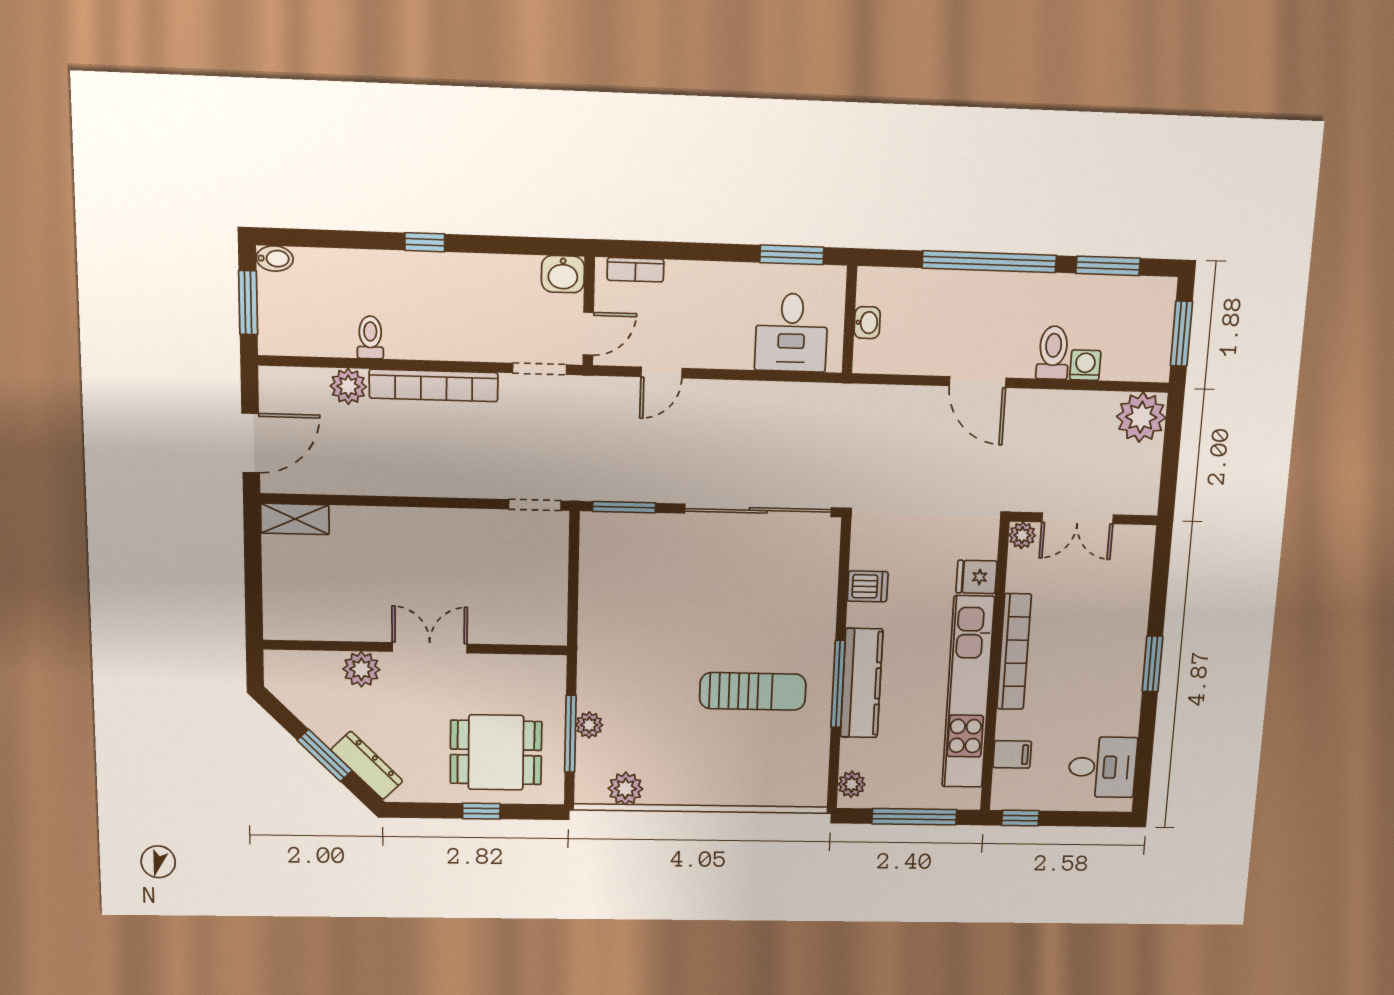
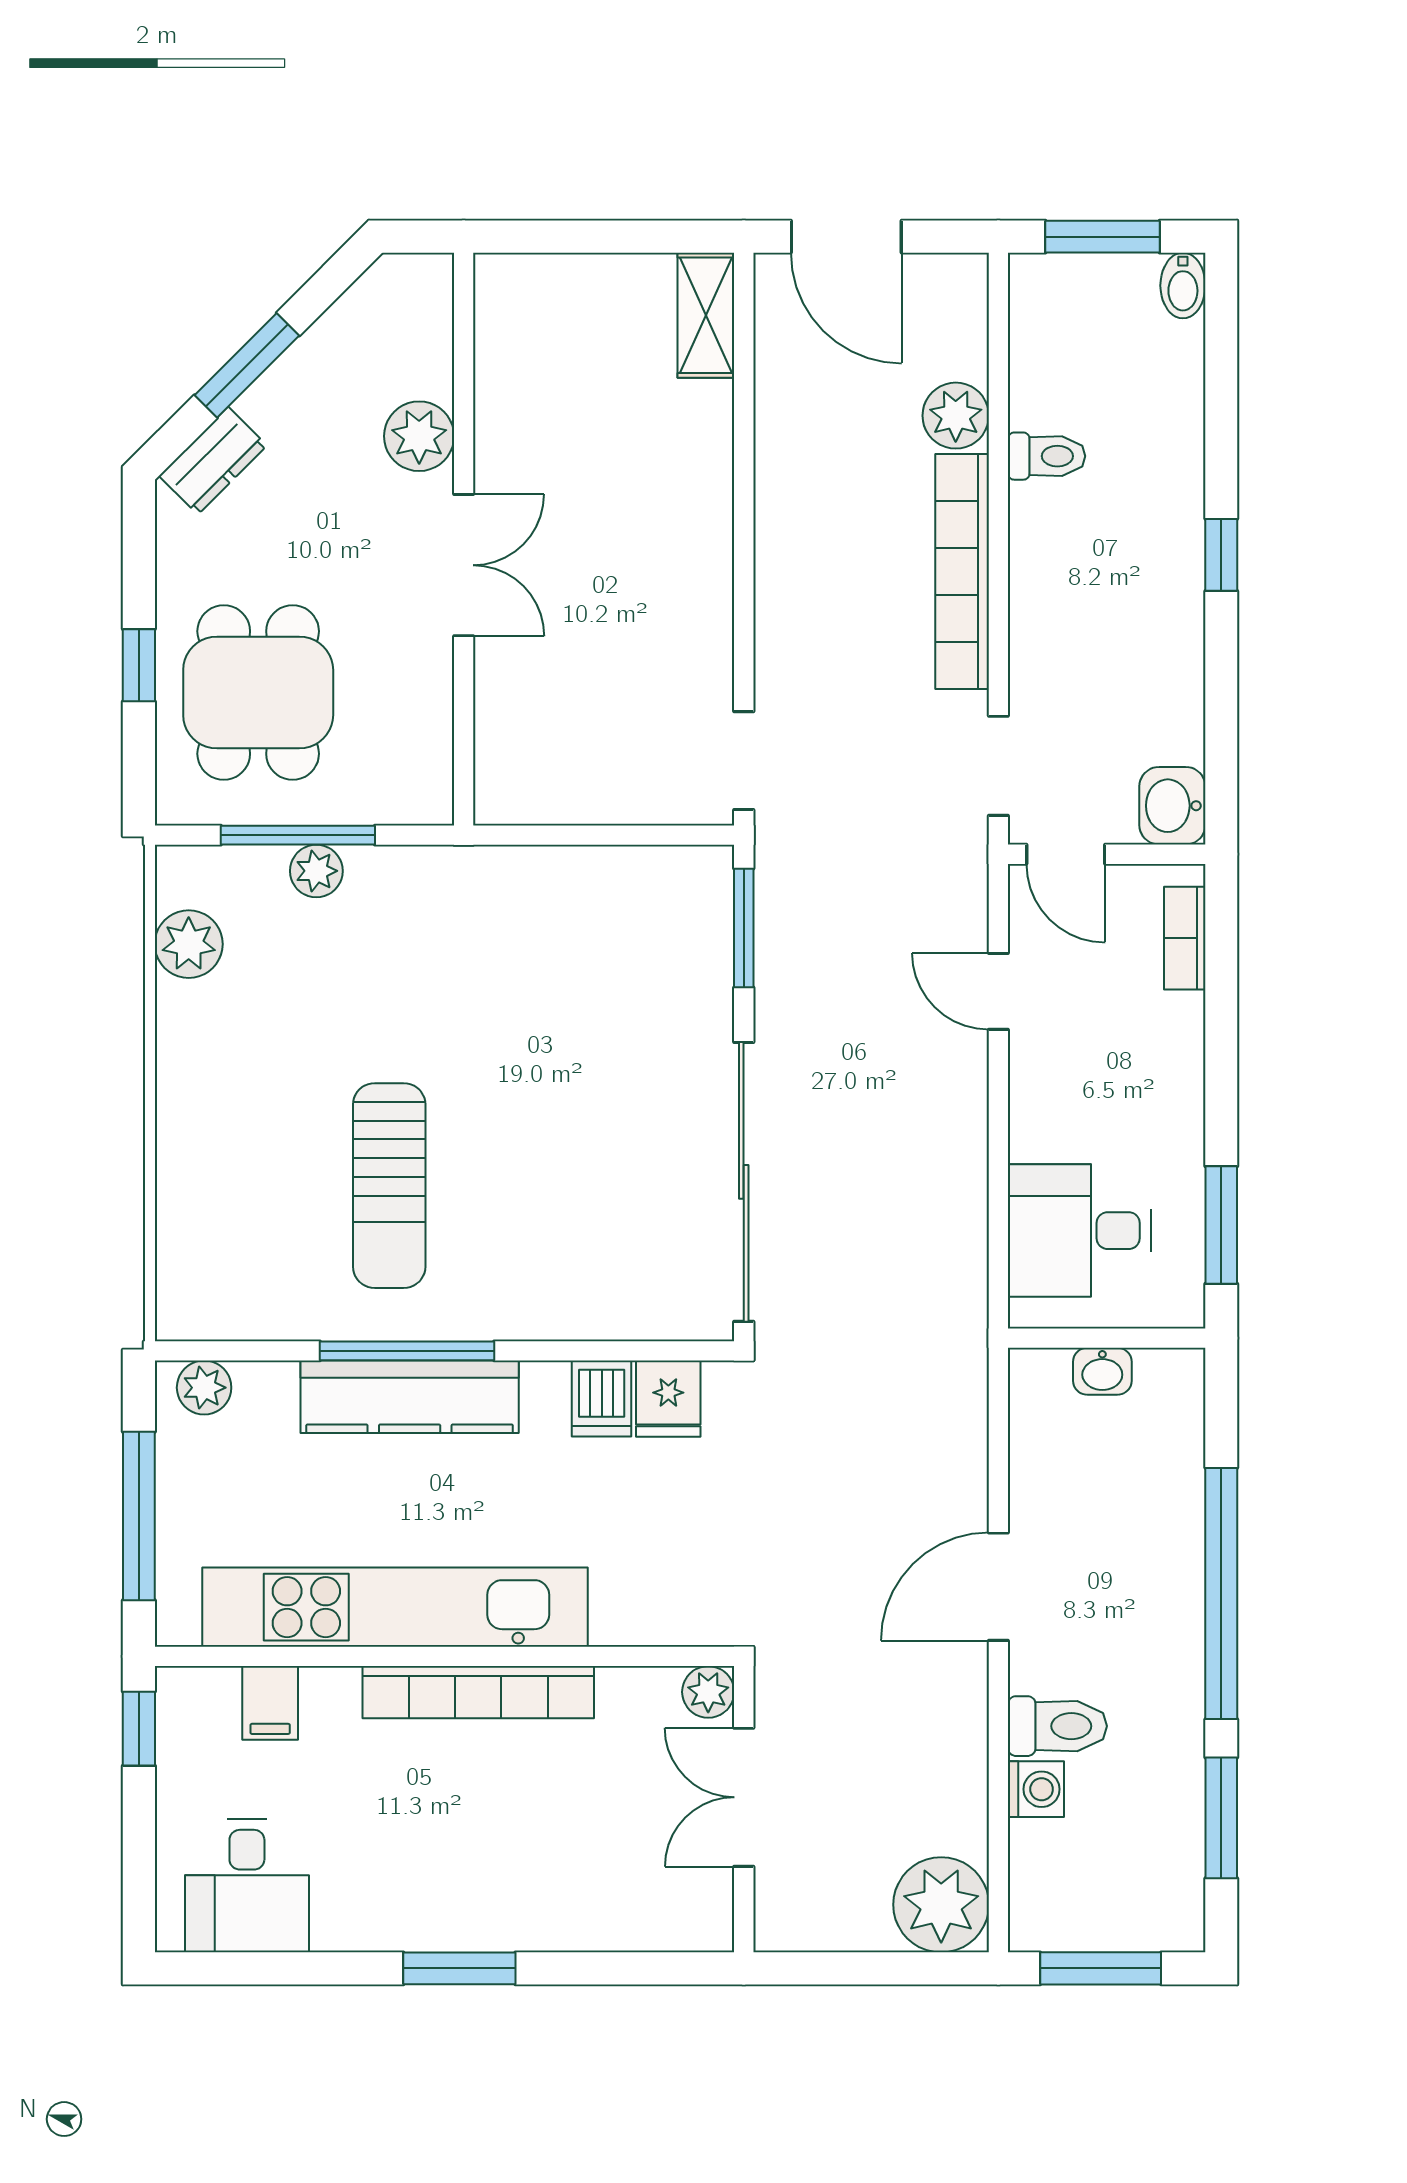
fridge: (976, 577) -> (668, 1399), moved, turned 180
dresser: (367, 765) -> (213, 461), width x0.70

